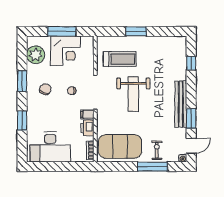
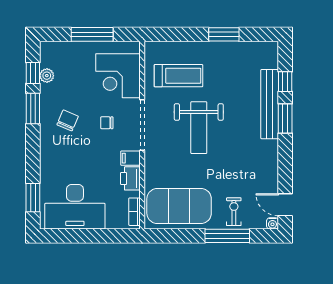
window: (136, 31) -> (224, 34), moved
corner desk: (65, 51) -> (118, 76), moved, turned 90
plant: (36, 55) -> (47, 76), width x0.53, depth x0.53
window: (22, 57) -> (33, 73), added
bench: (181, 104) -> (270, 104), moved
window: (191, 119) -> (285, 118), moved
window: (22, 121) -> (33, 198), moved
door: (191, 146) -> (285, 205), swing flipped

